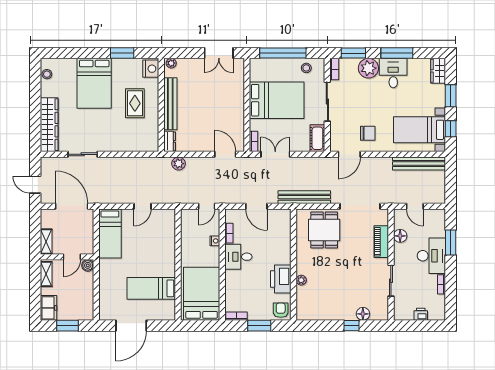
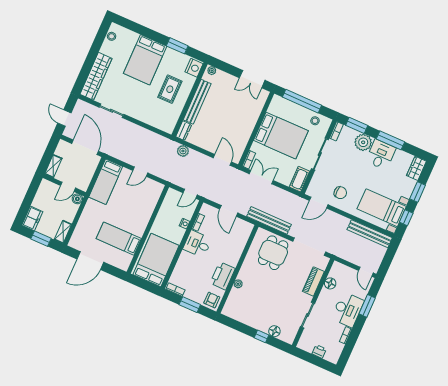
door: (415, 206) -> (366, 272), moved
shelving: (46, 274) -> (63, 232), moved

